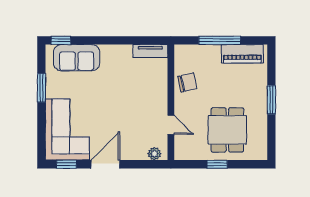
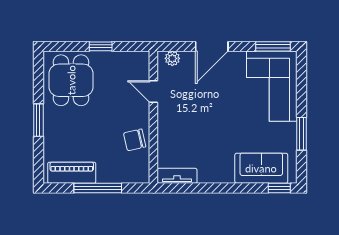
dining table: (227, 130) -> (71, 80), moved
window: (66, 164) -> (273, 46), width x1.50
door: (105, 164) -> (212, 46), moved

